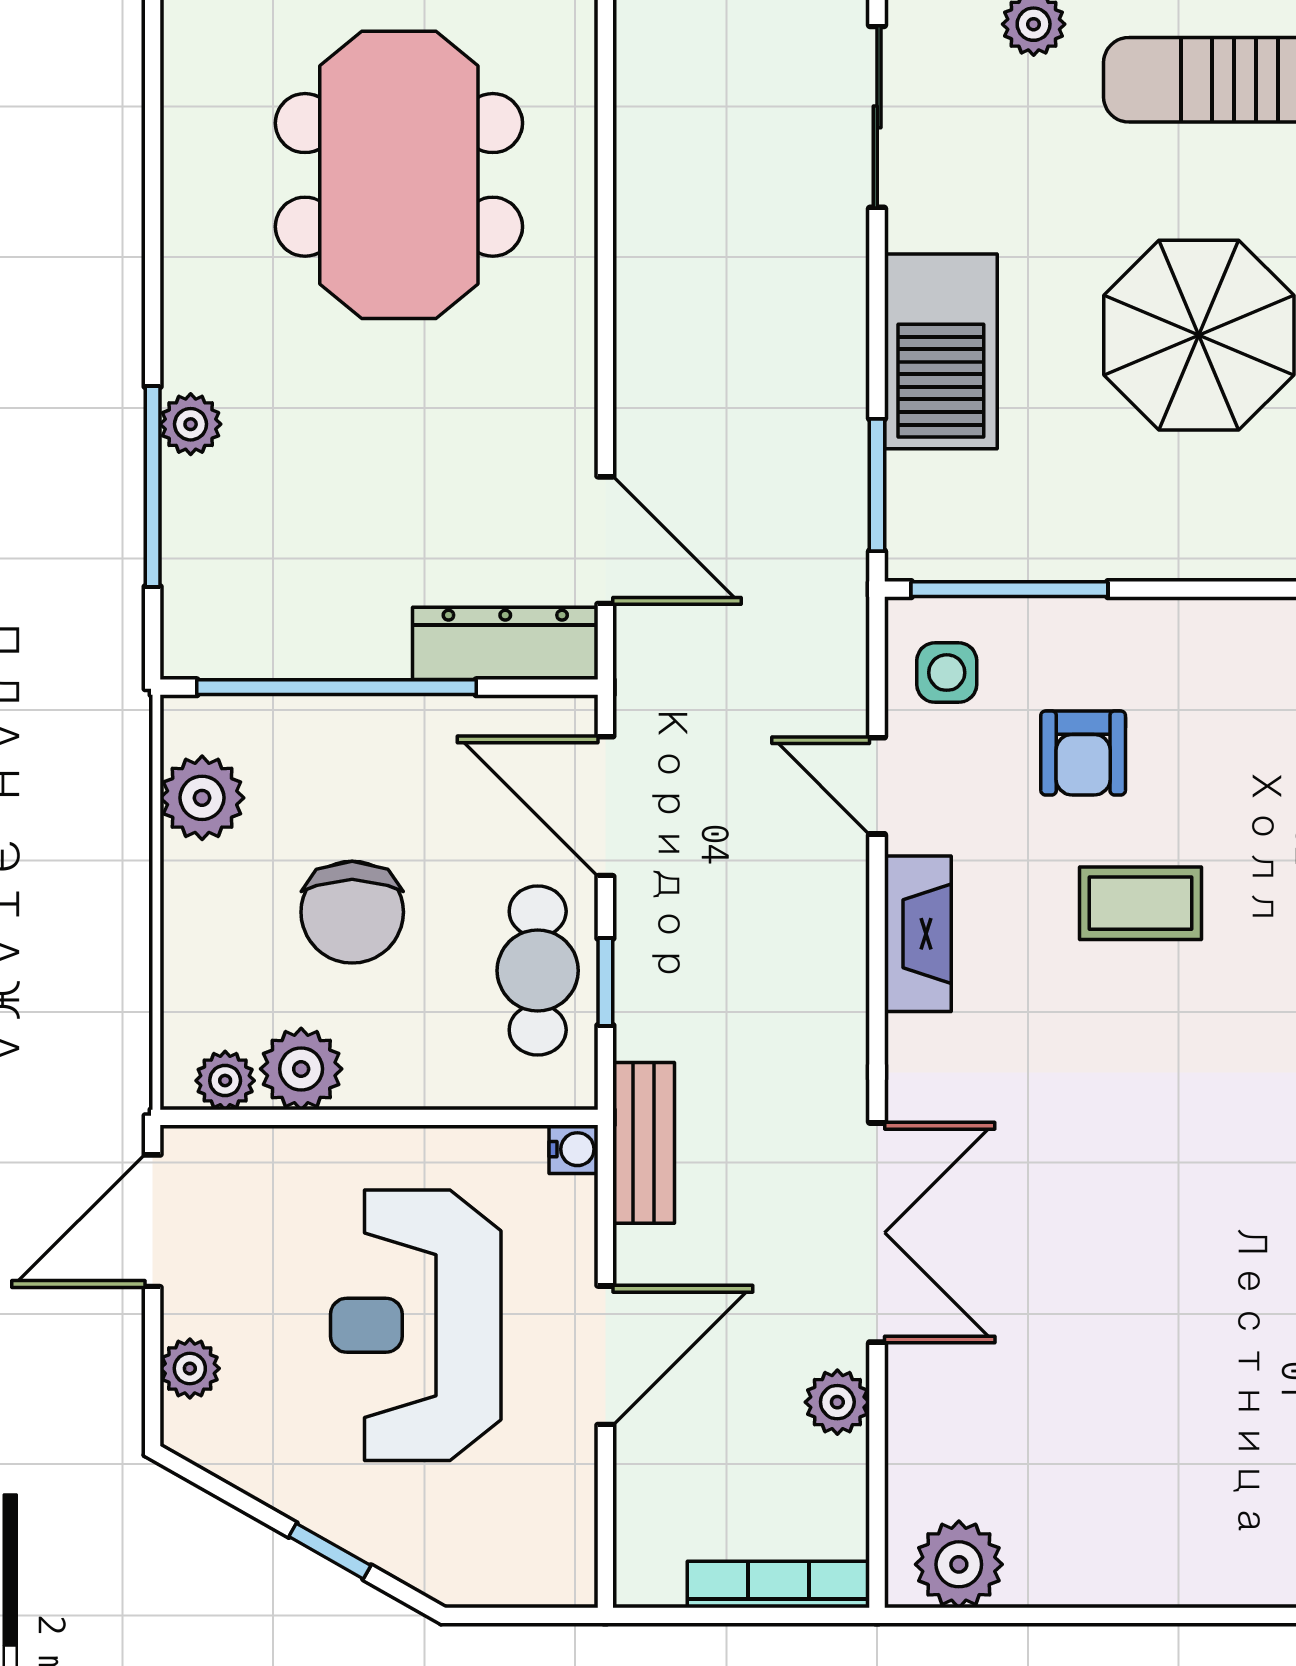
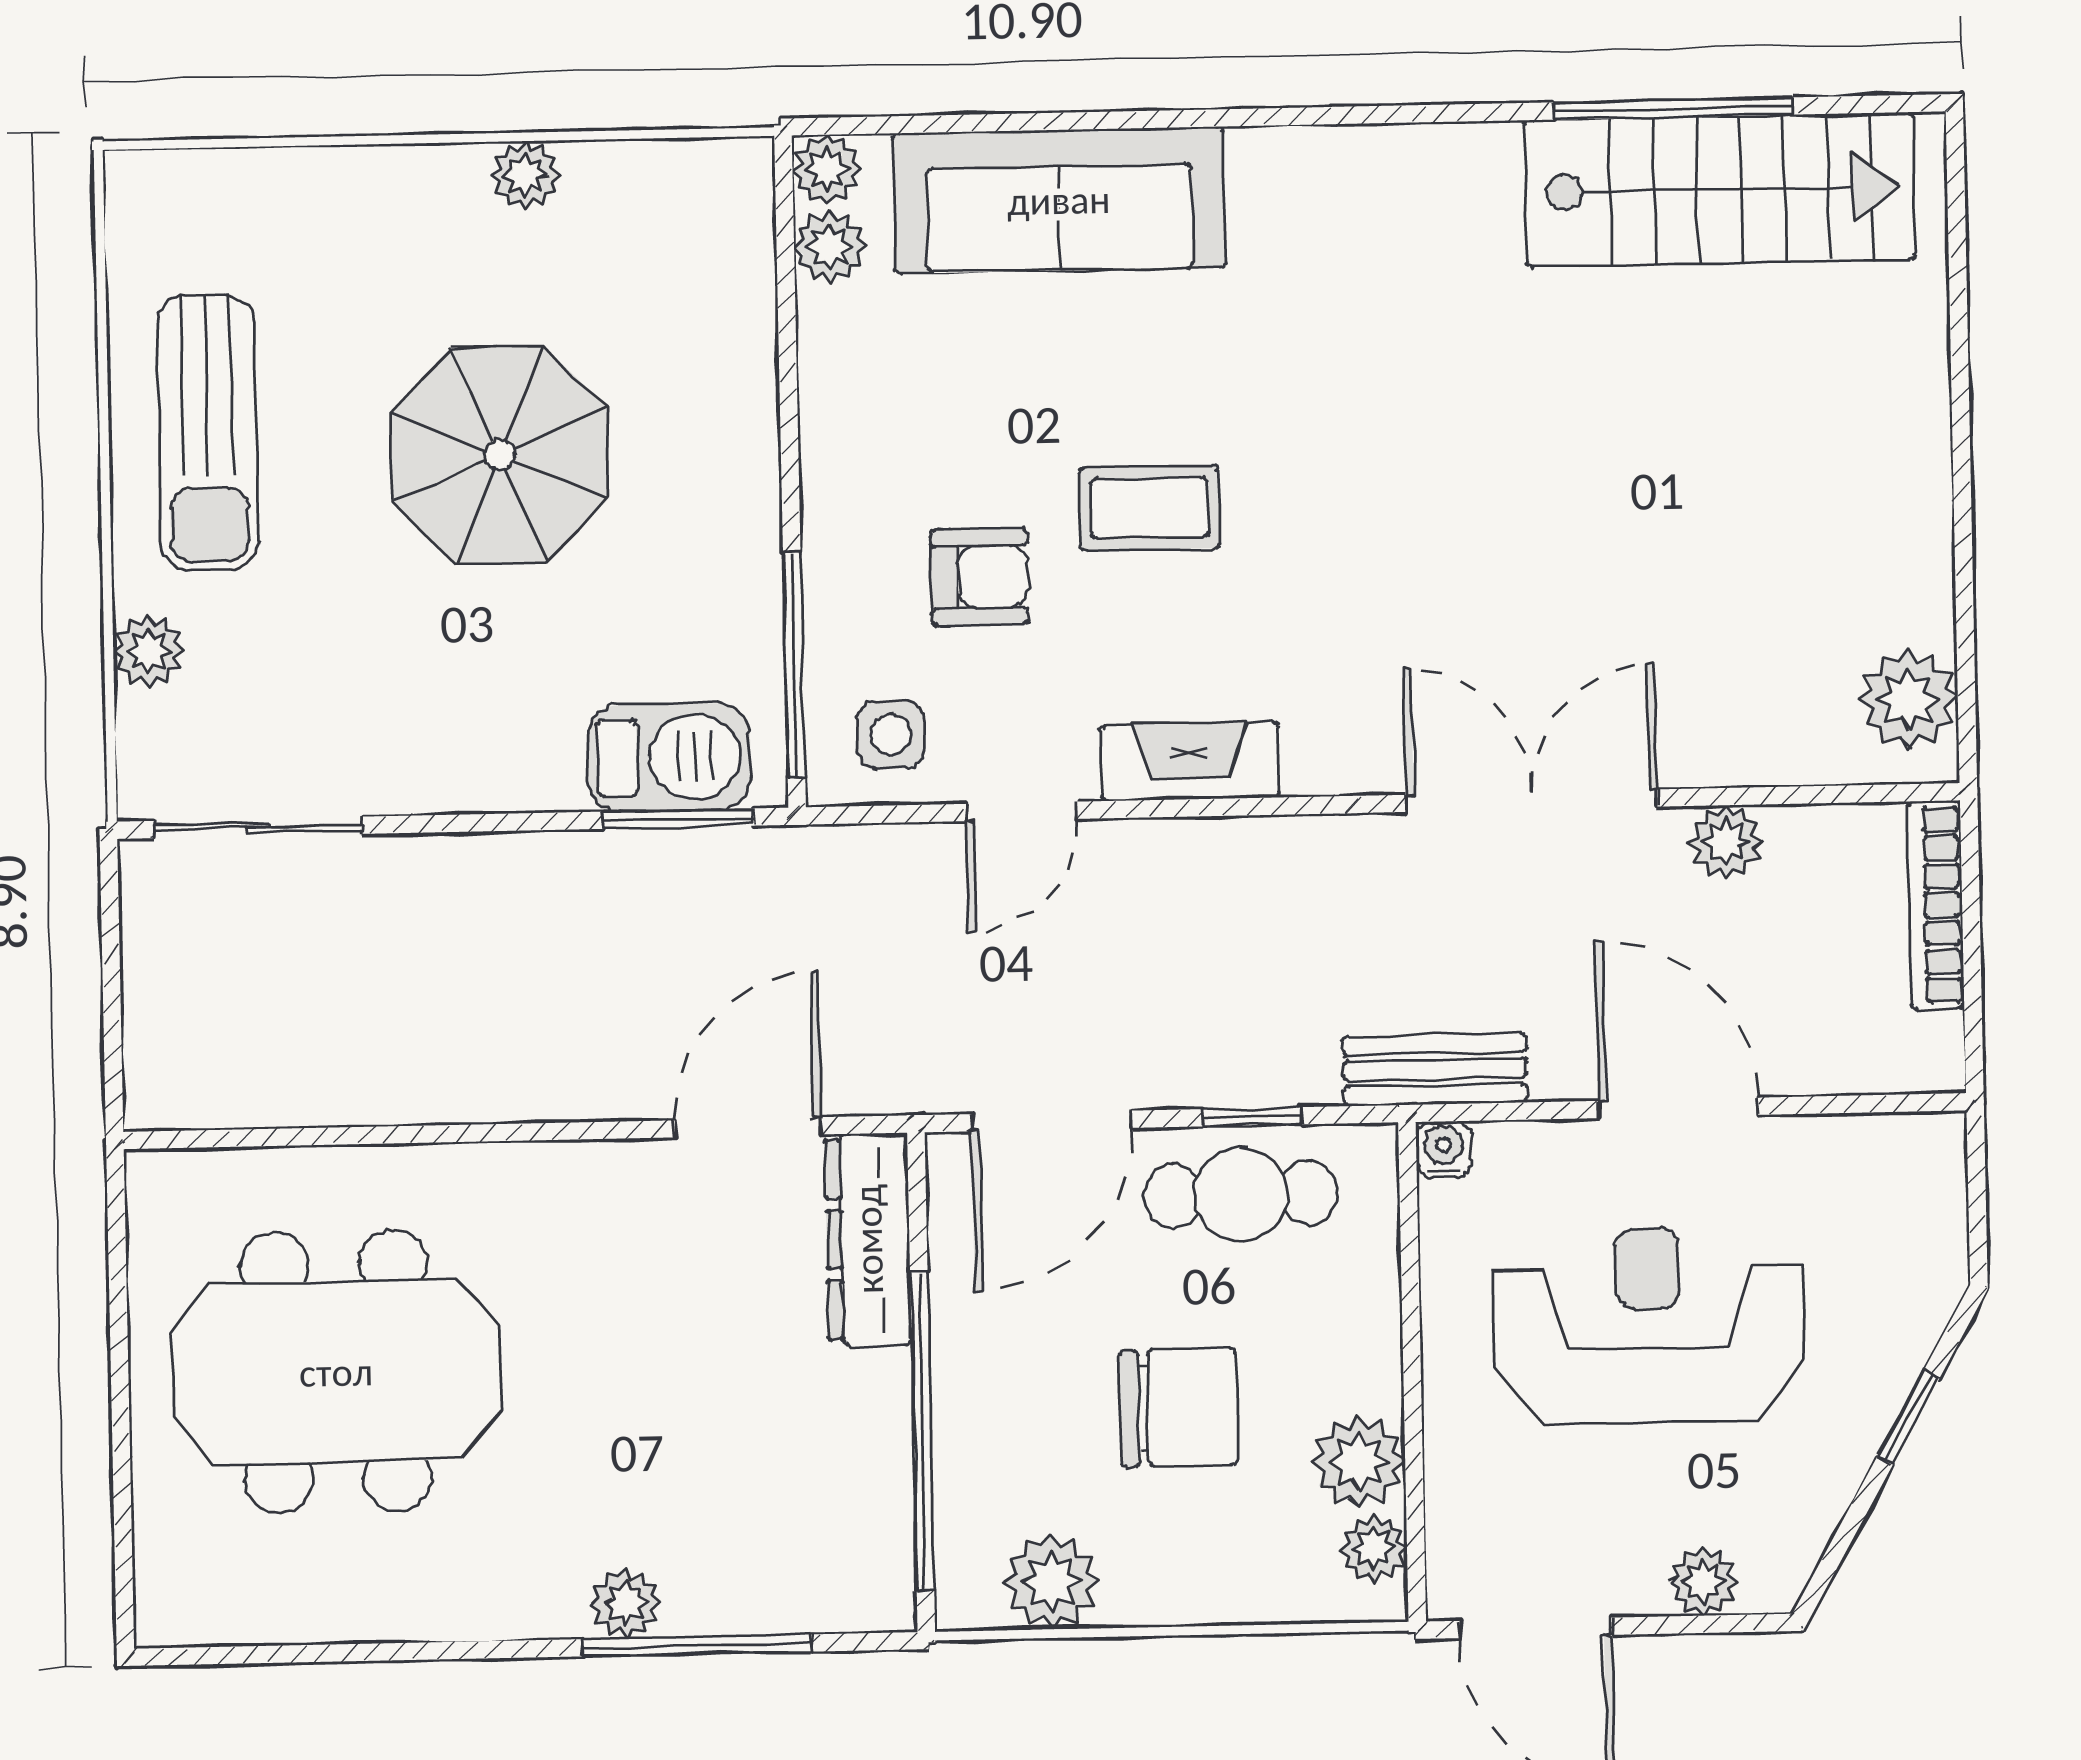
barbecue: (941, 351) -> (669, 757), moved, width x0.73, depth x0.83
coffee table: (1140, 903) -> (1149, 508), turned 90
reception desk: (416, 1325) -> (1648, 1325), turned 180

